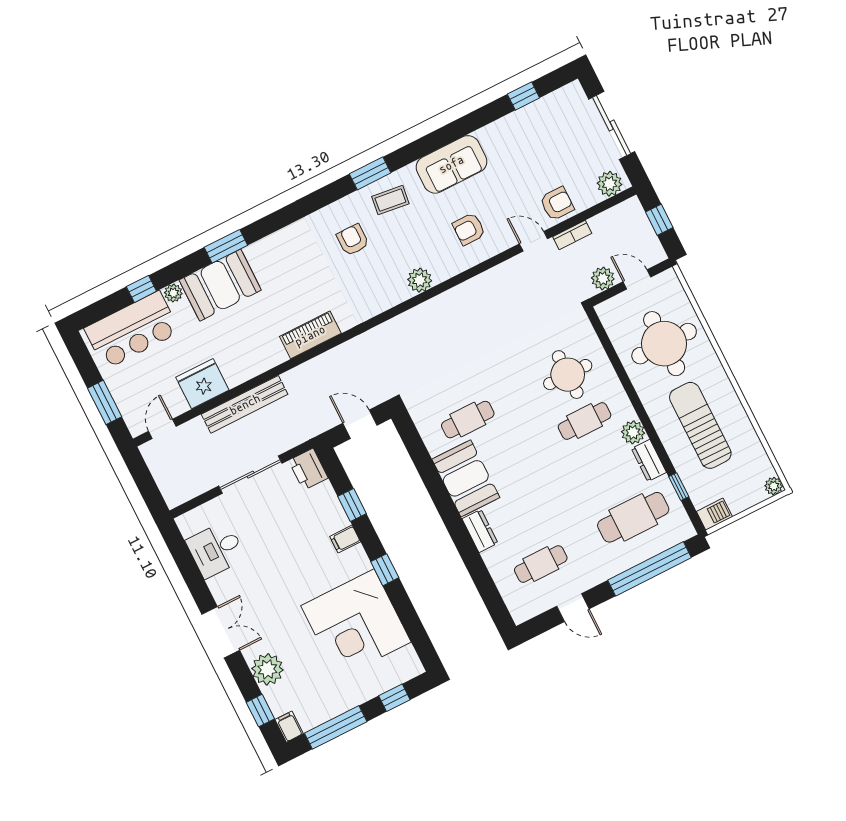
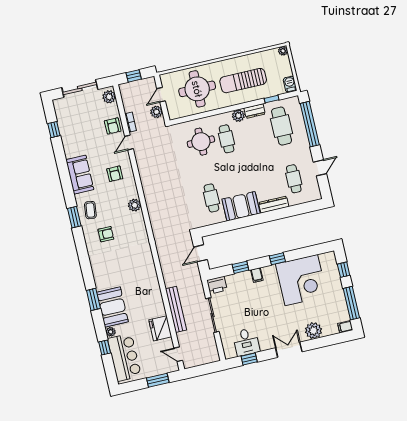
armchair: (557, 204) -> (113, 126), turned 180
armchair: (353, 240) -> (106, 234), turned 180
piano: (310, 335) -> (149, 267), removed
dresser: (480, 531) -> (274, 205), width x1.44
window: (260, 711) -> (249, 359), moved

